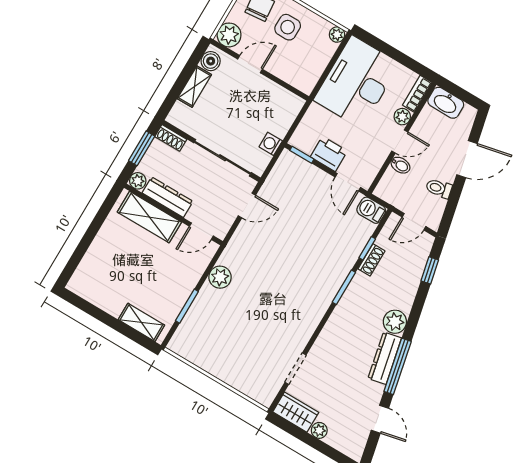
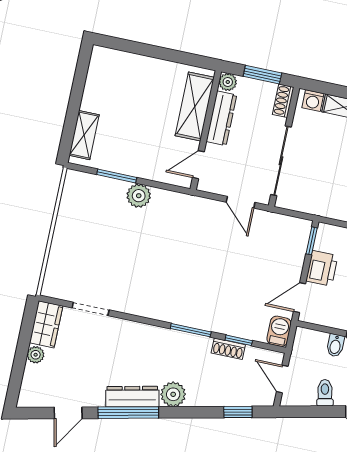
washing machine: (271, 144) -> (313, 101), moved, turned 180
door: (201, 231) -> (198, 165), hinge flipped
plant: (220, 277) -> (139, 196), moved

